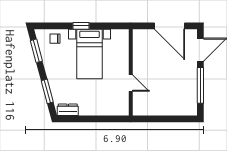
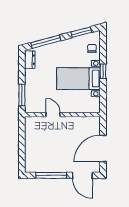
door: (131, 83) -> (53, 115), swing flipped
window: (47, 91) -> (46, 42), width x1.44
window: (108, 119) -> (22, 95), added

